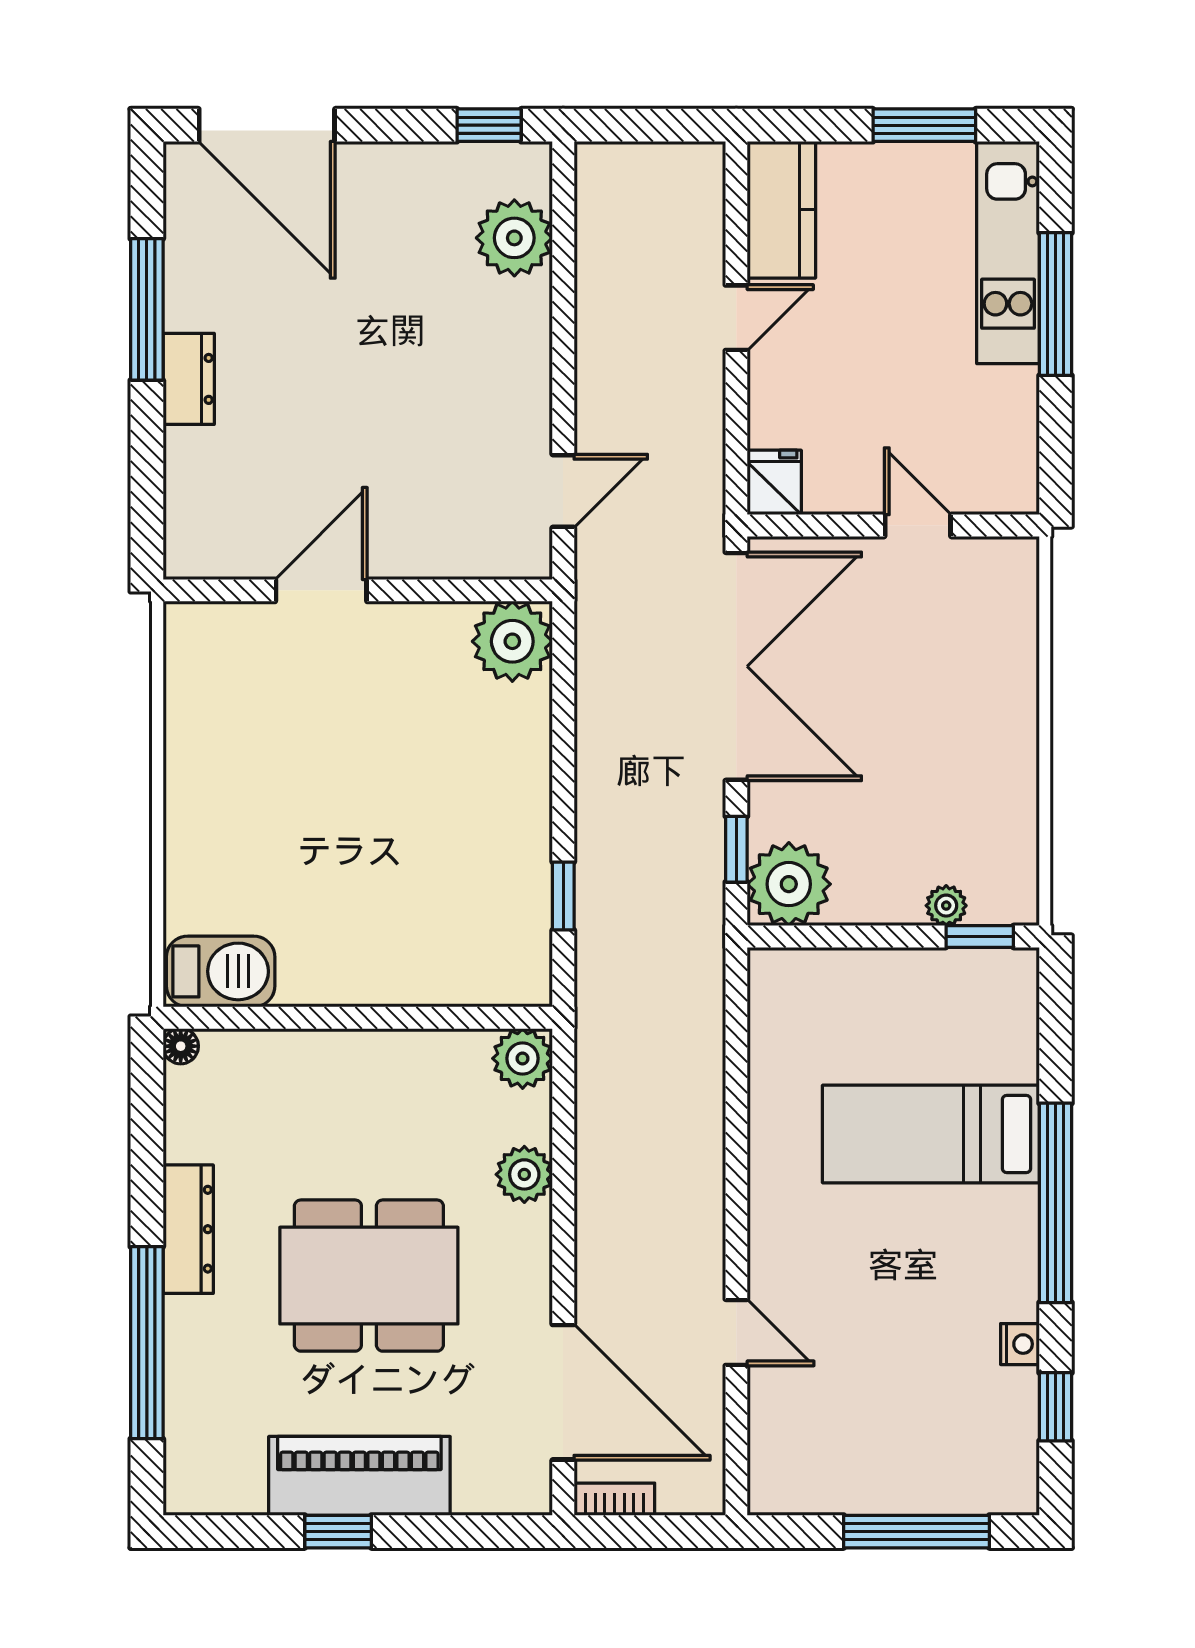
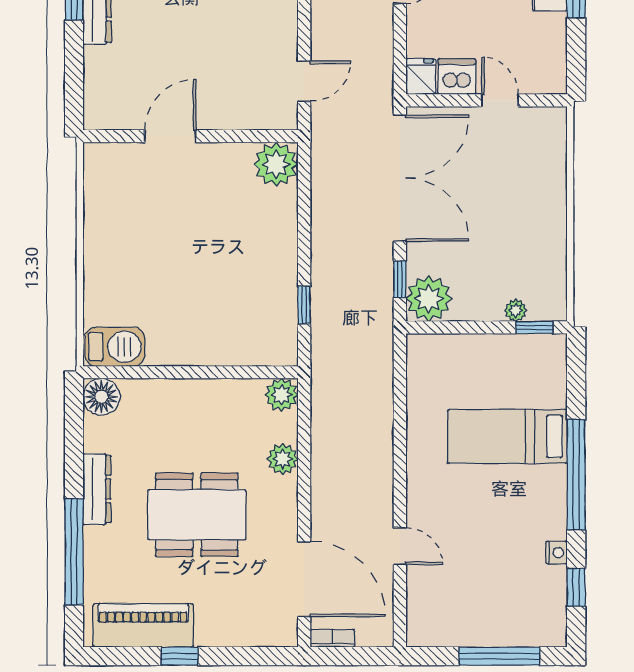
dishwasher: (840, 483) -> (457, 77), added
floor lamp: (181, 1046) -> (101, 397), width x1.89, depth x1.89
piano: (359, 1476) -> (143, 625), moved

